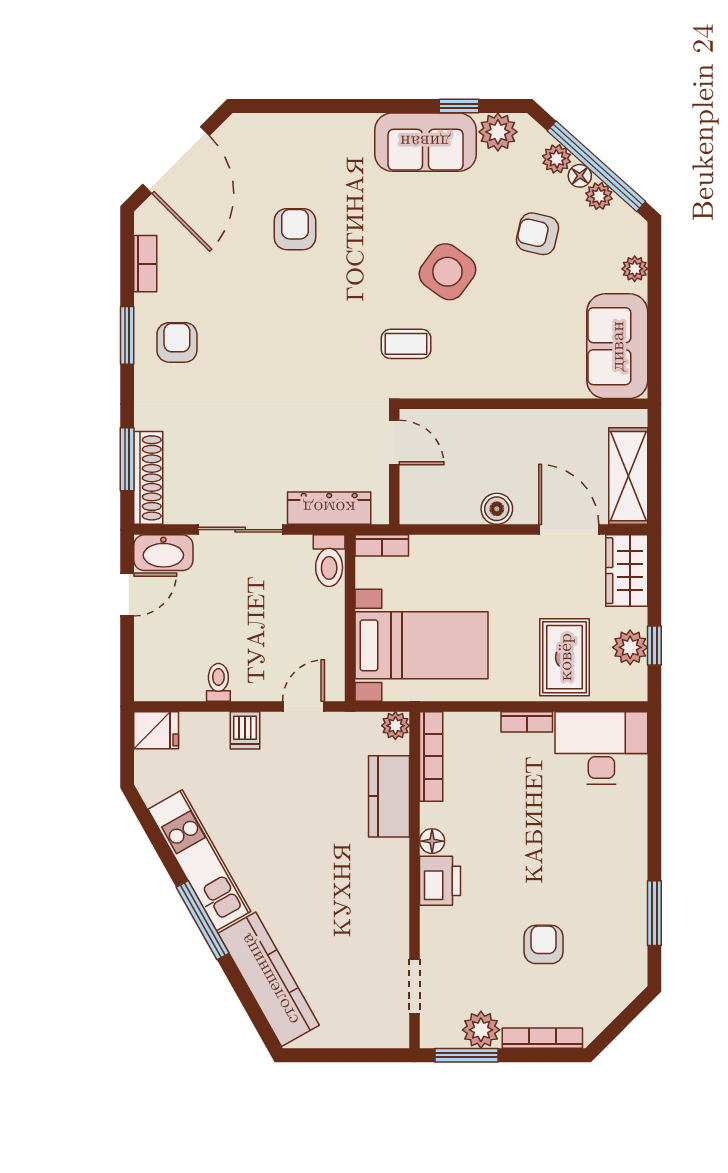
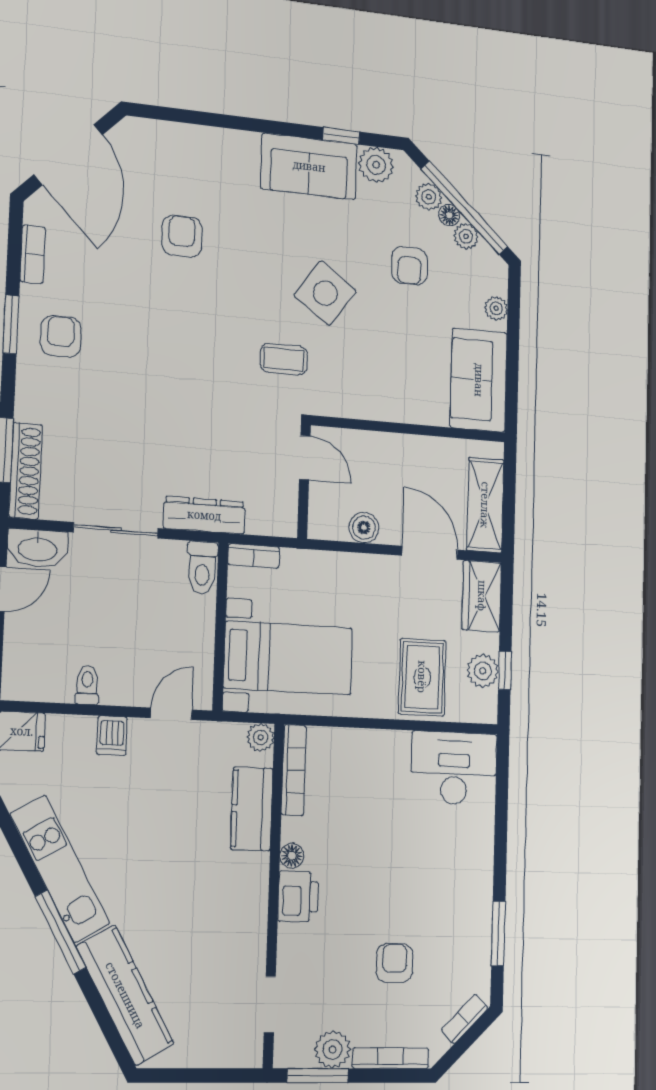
armchair: (537, 234) -> (409, 266), turned -103
door: (394, 442) -> (305, 458), moved
wall: (394, 467) -> (304, 482), moved
bookcase: (527, 722) -> (465, 1019), moved, turned 135

